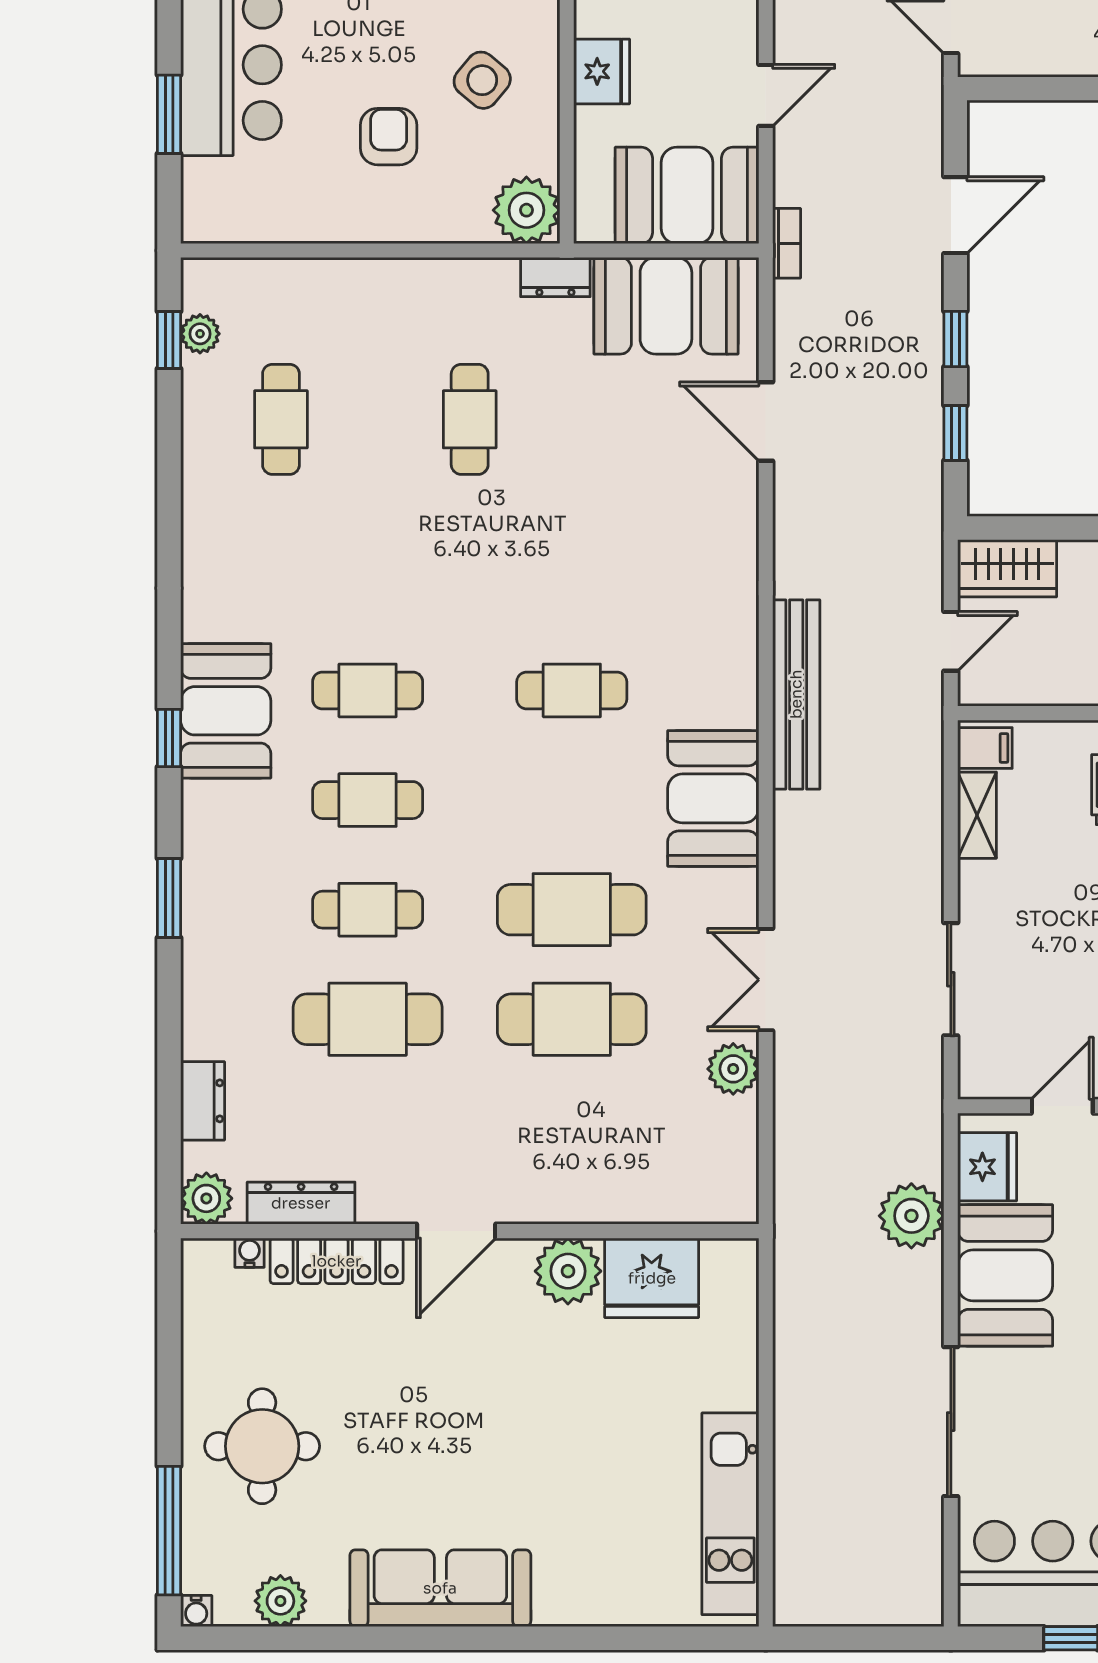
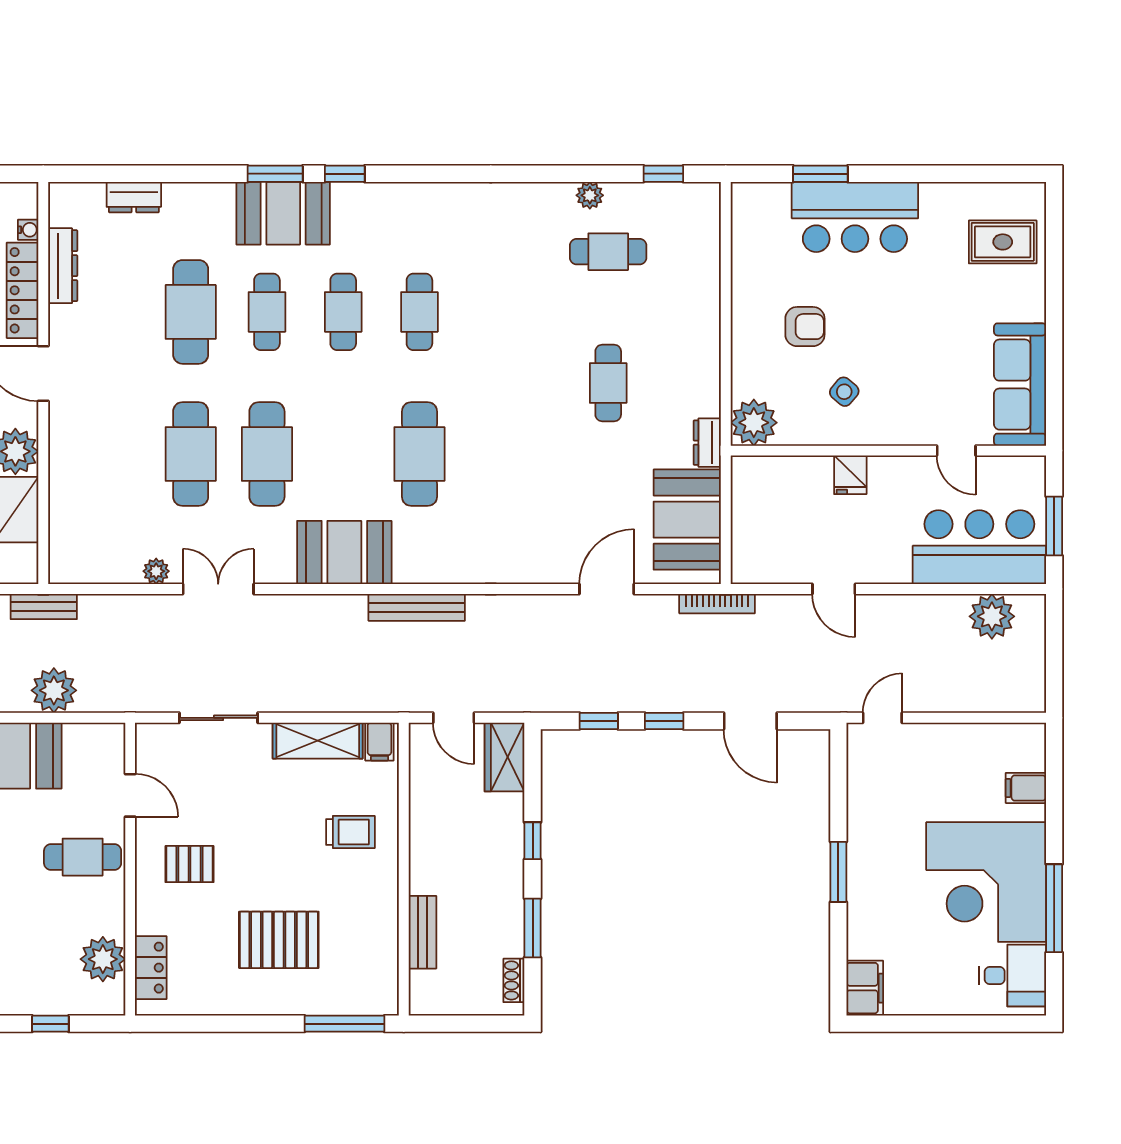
fridge: (602, 71) -> (850, 475), width x0.72
side table: (482, 80) -> (844, 392), width x0.73, depth x0.73
booth: (687, 195) -> (764, 534), removed
bookcase: (787, 243) -> (717, 604), width x1.56
plant: (200, 334) -> (590, 195), moved
cafe table: (470, 419) -> (608, 383), turned 90
cafe table: (572, 690) -> (419, 454), width x1.37, depth x1.35
bench: (796, 694) -> (417, 607), width x0.73, depth x0.82
booth: (226, 711) -> (283, 213), moved
window: (169, 738) -> (345, 174), moved
shelving: (977, 815) -> (318, 741), width x1.50, depth x1.33
plant: (733, 1069) -> (156, 571), width x0.73, depth x0.73
fridge: (987, 1167) -> (88, 743), removed
plant: (206, 1198) -> (66, 200), removed
bench: (791, 1230) -> (44, 607), added

